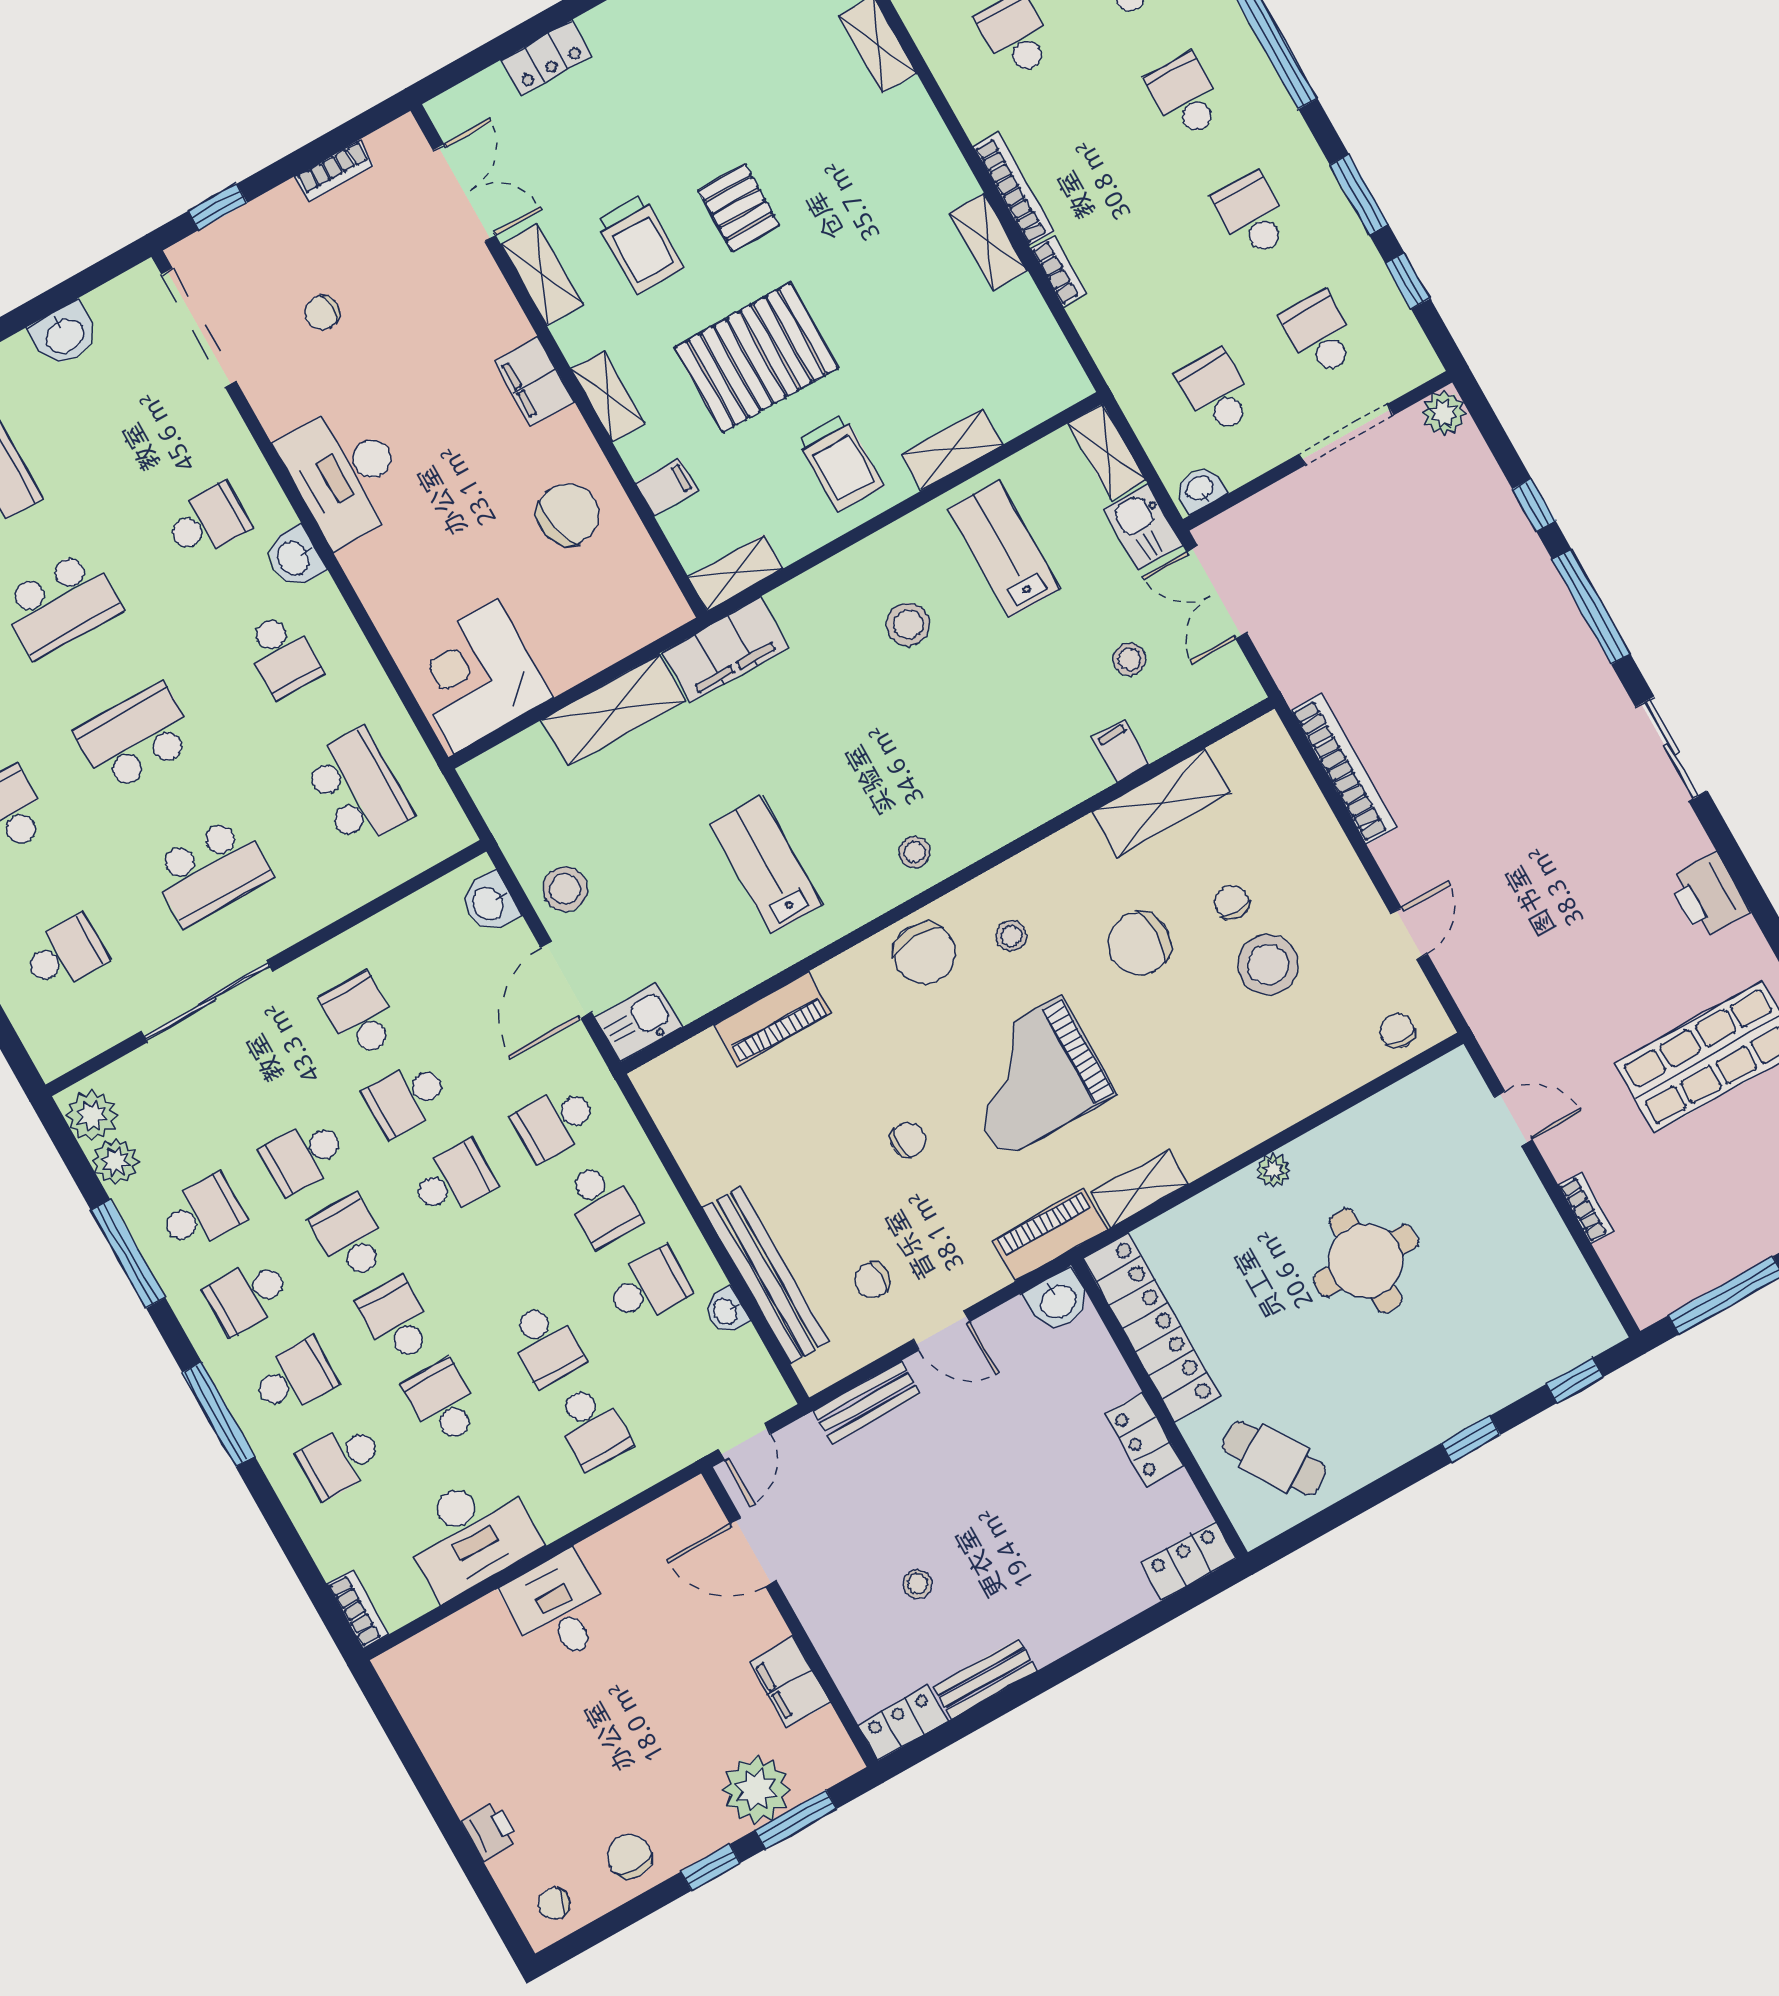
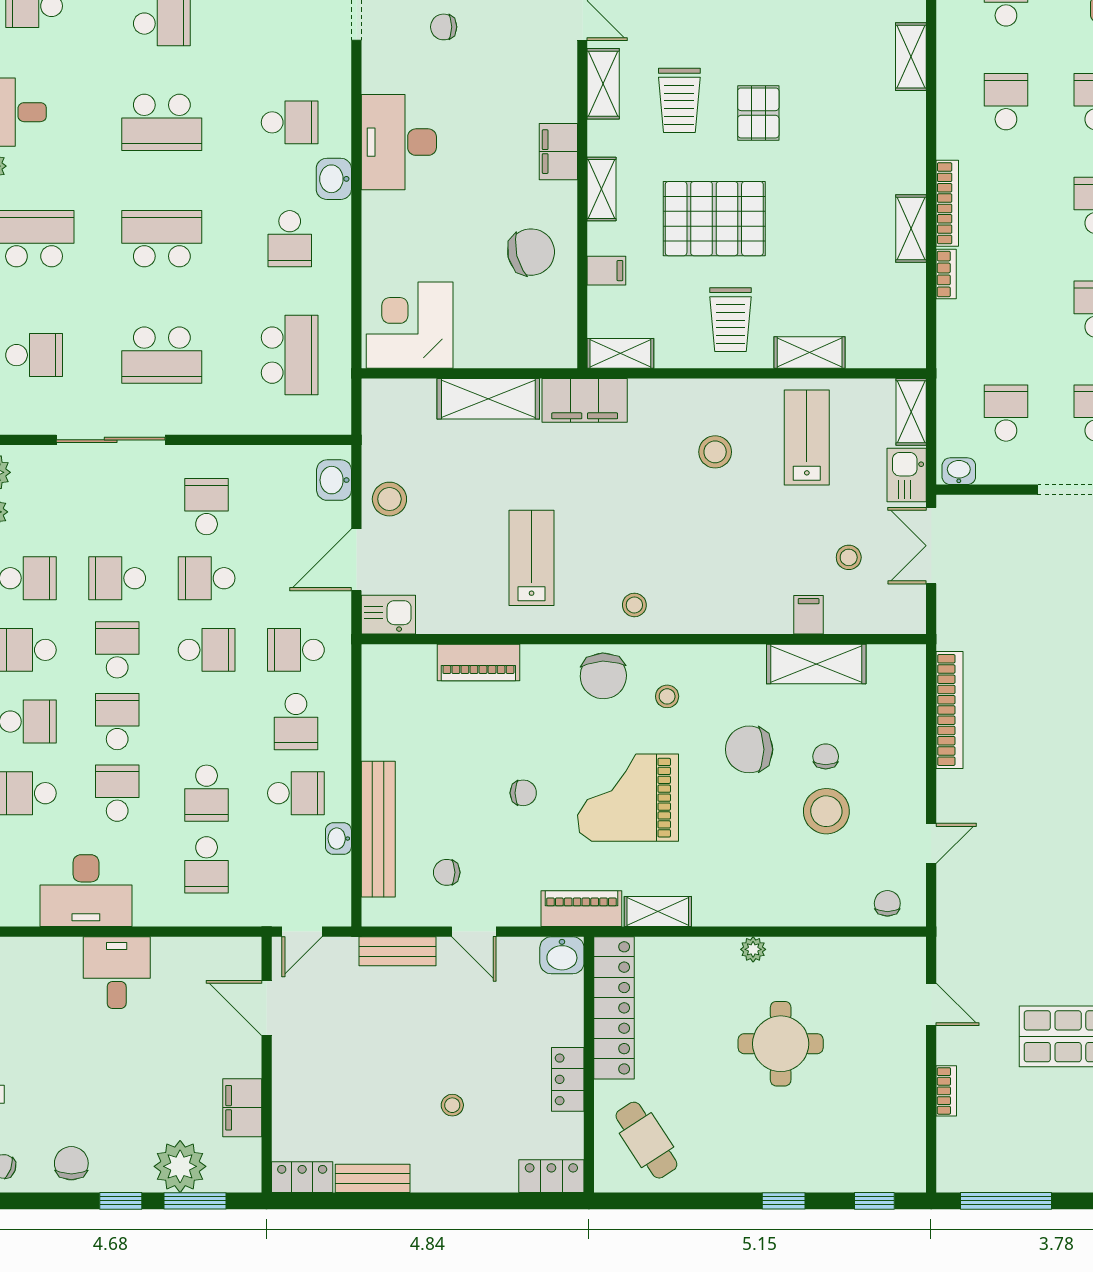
stool: (918, 1584) -> (452, 1105), moved

